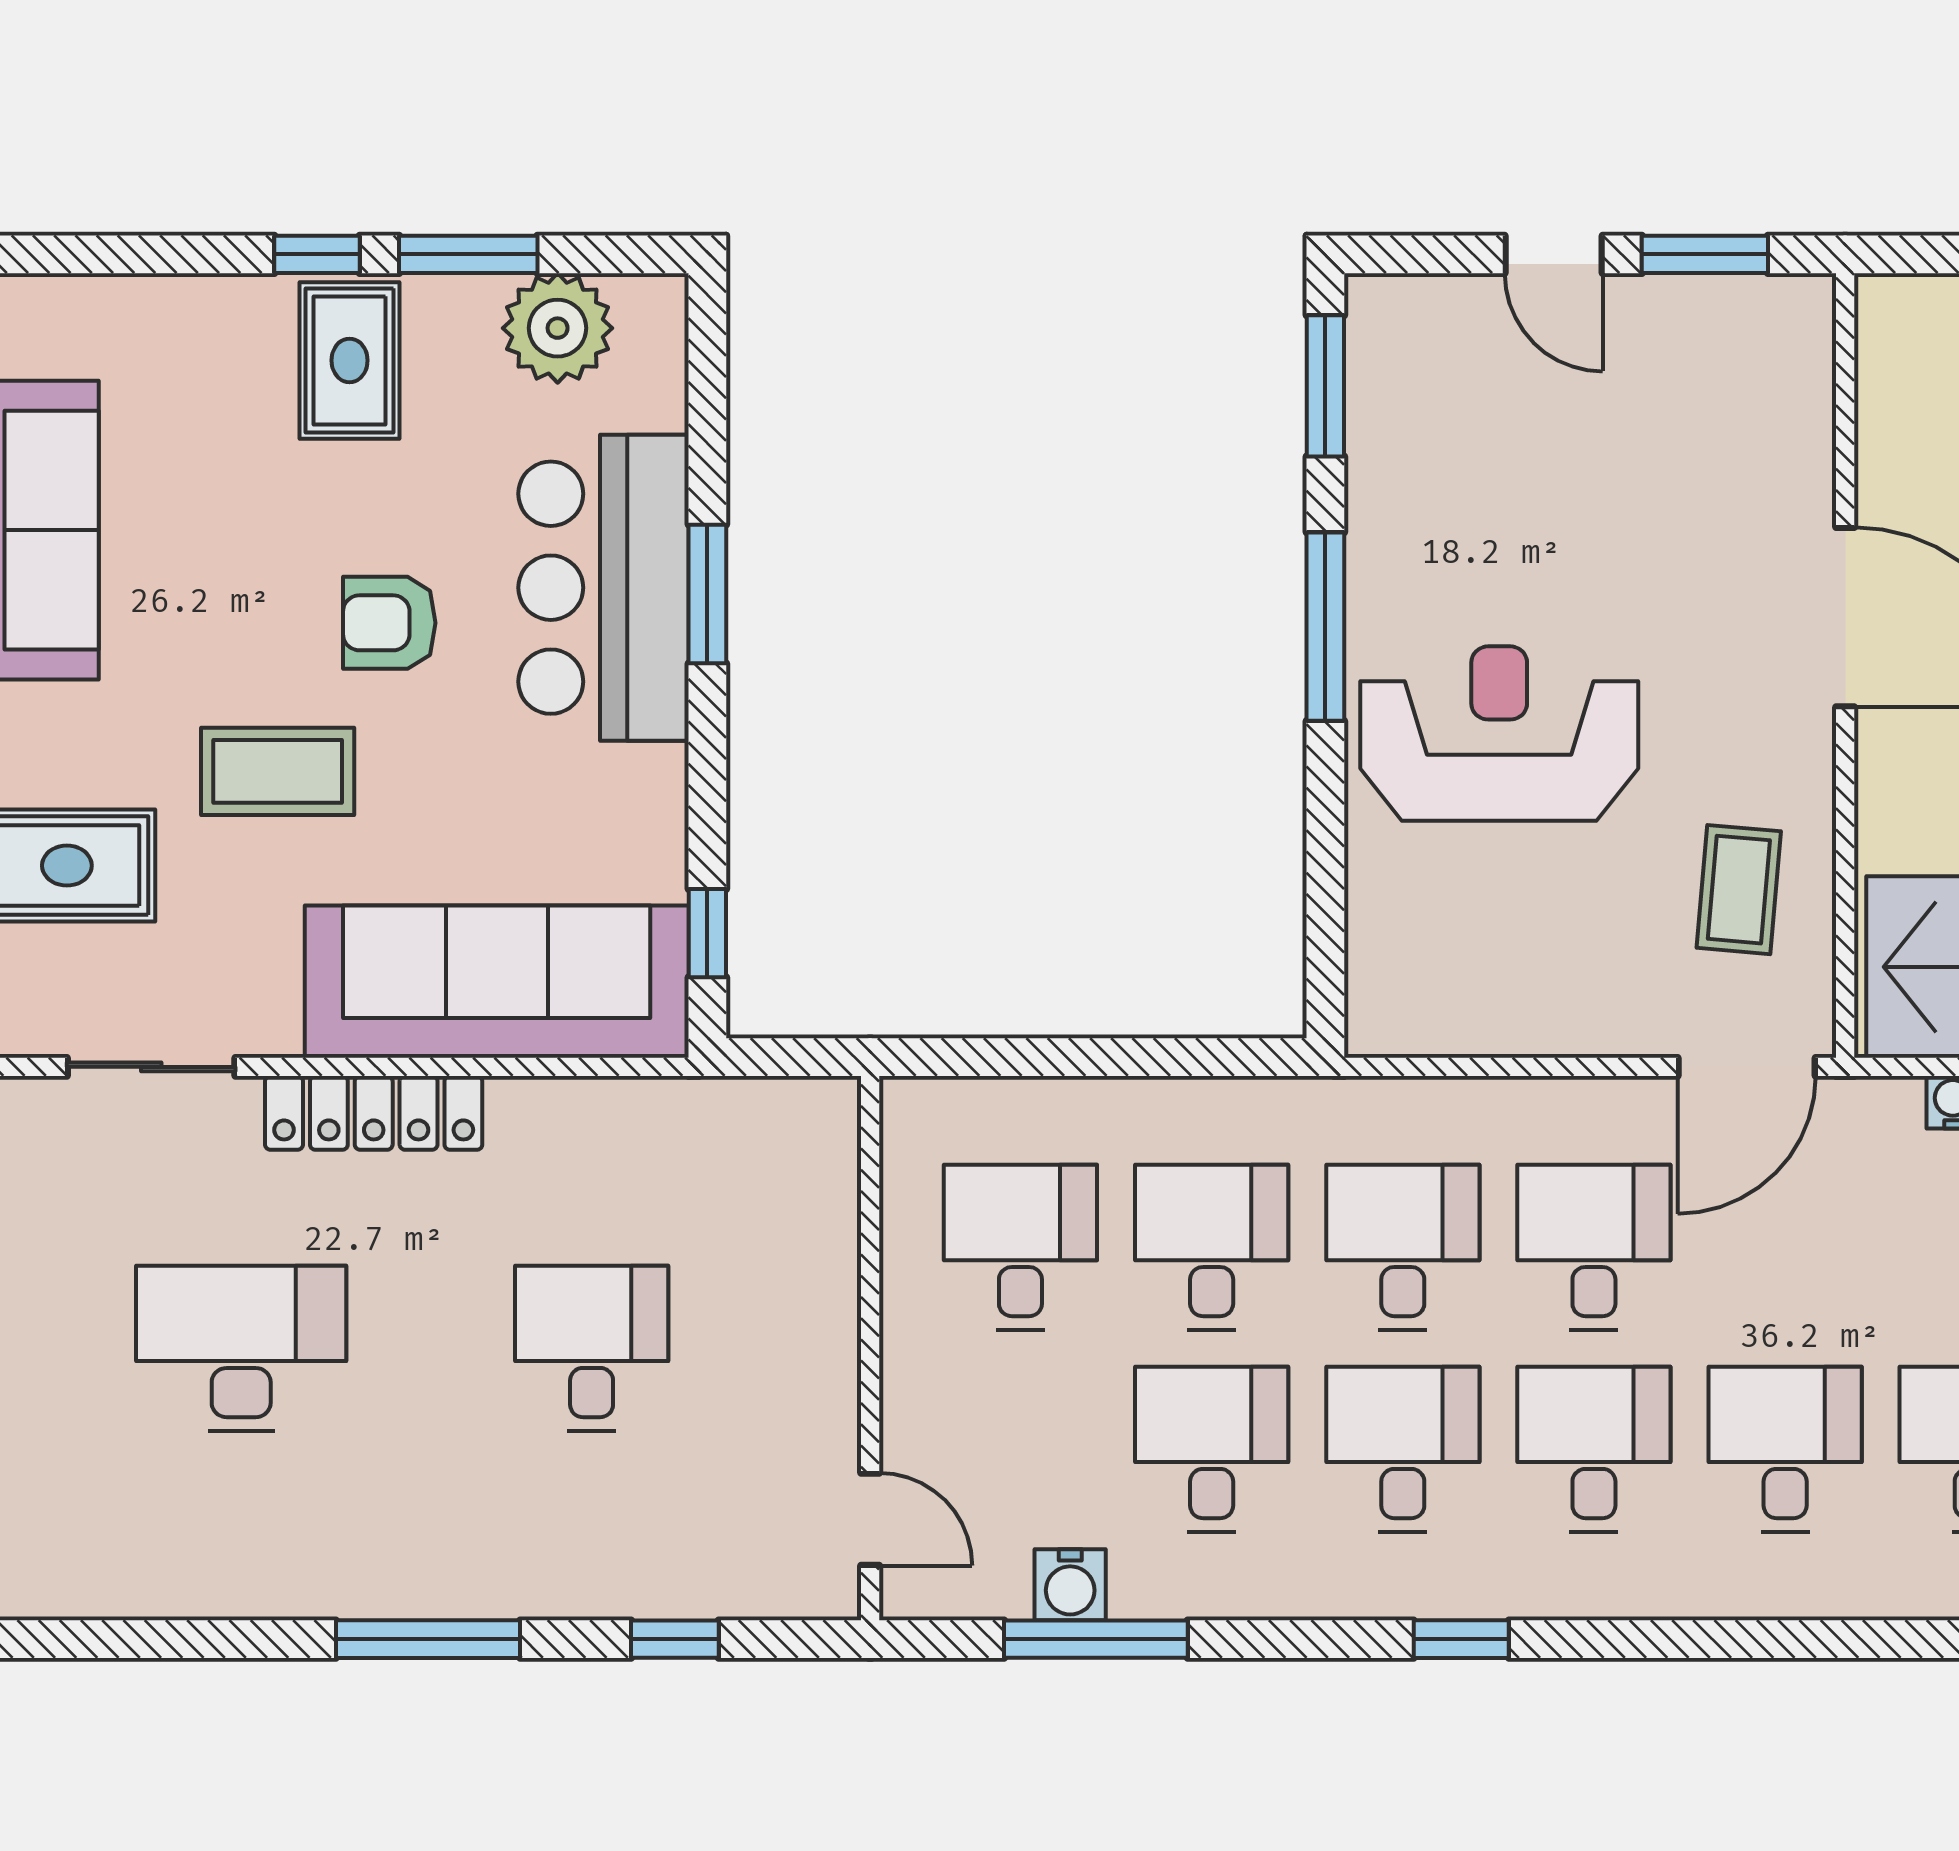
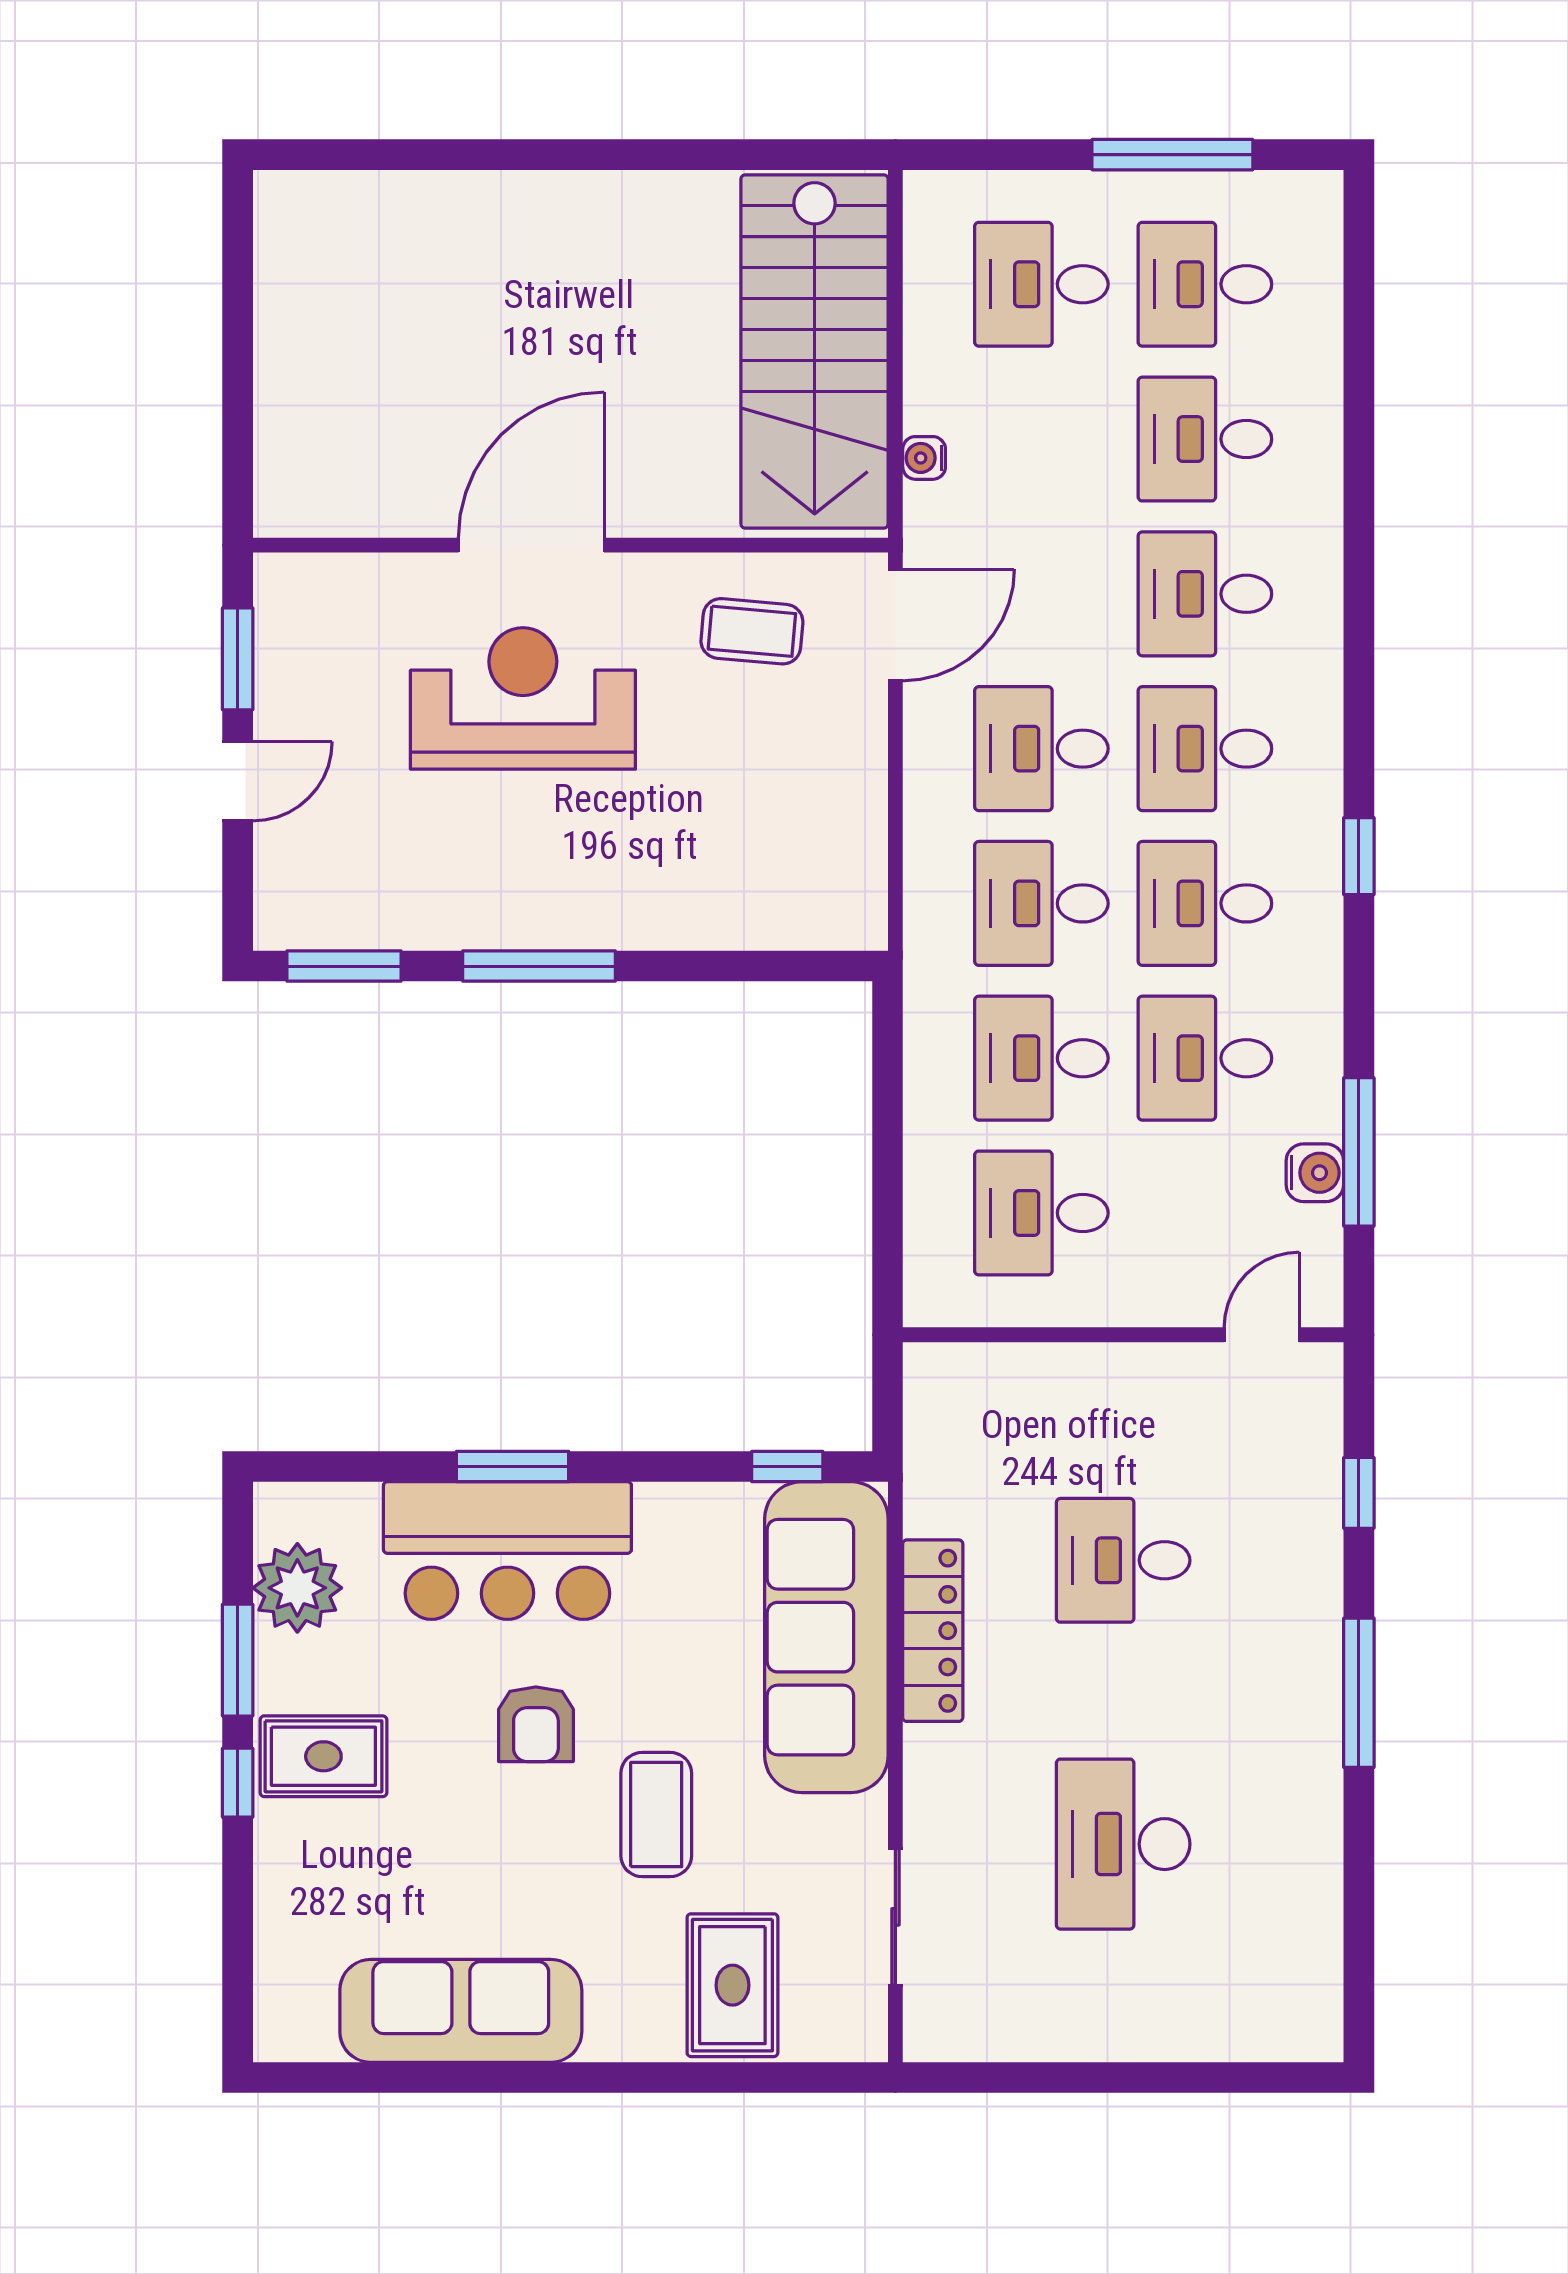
reception desk: (1499, 734) -> (523, 698), moved, turned 90
door: (1747, 1067) -> (895, 625), hinge flipped
locker: (374, 1113) -> (933, 1631), moved

